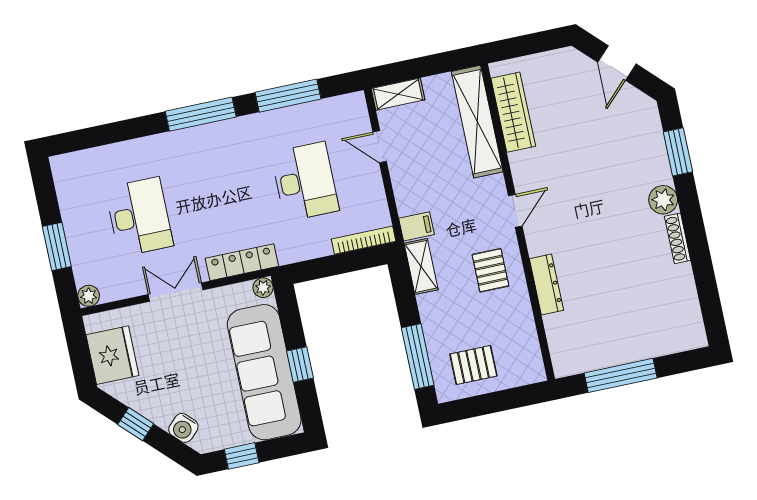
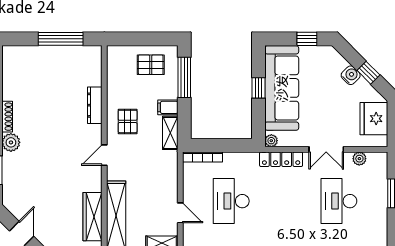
filing cabinet: (416, 226) -> (168, 107), moved
plant: (89, 296) -> (359, 159), moved
water cooler: (183, 428) -> (351, 75), moved

